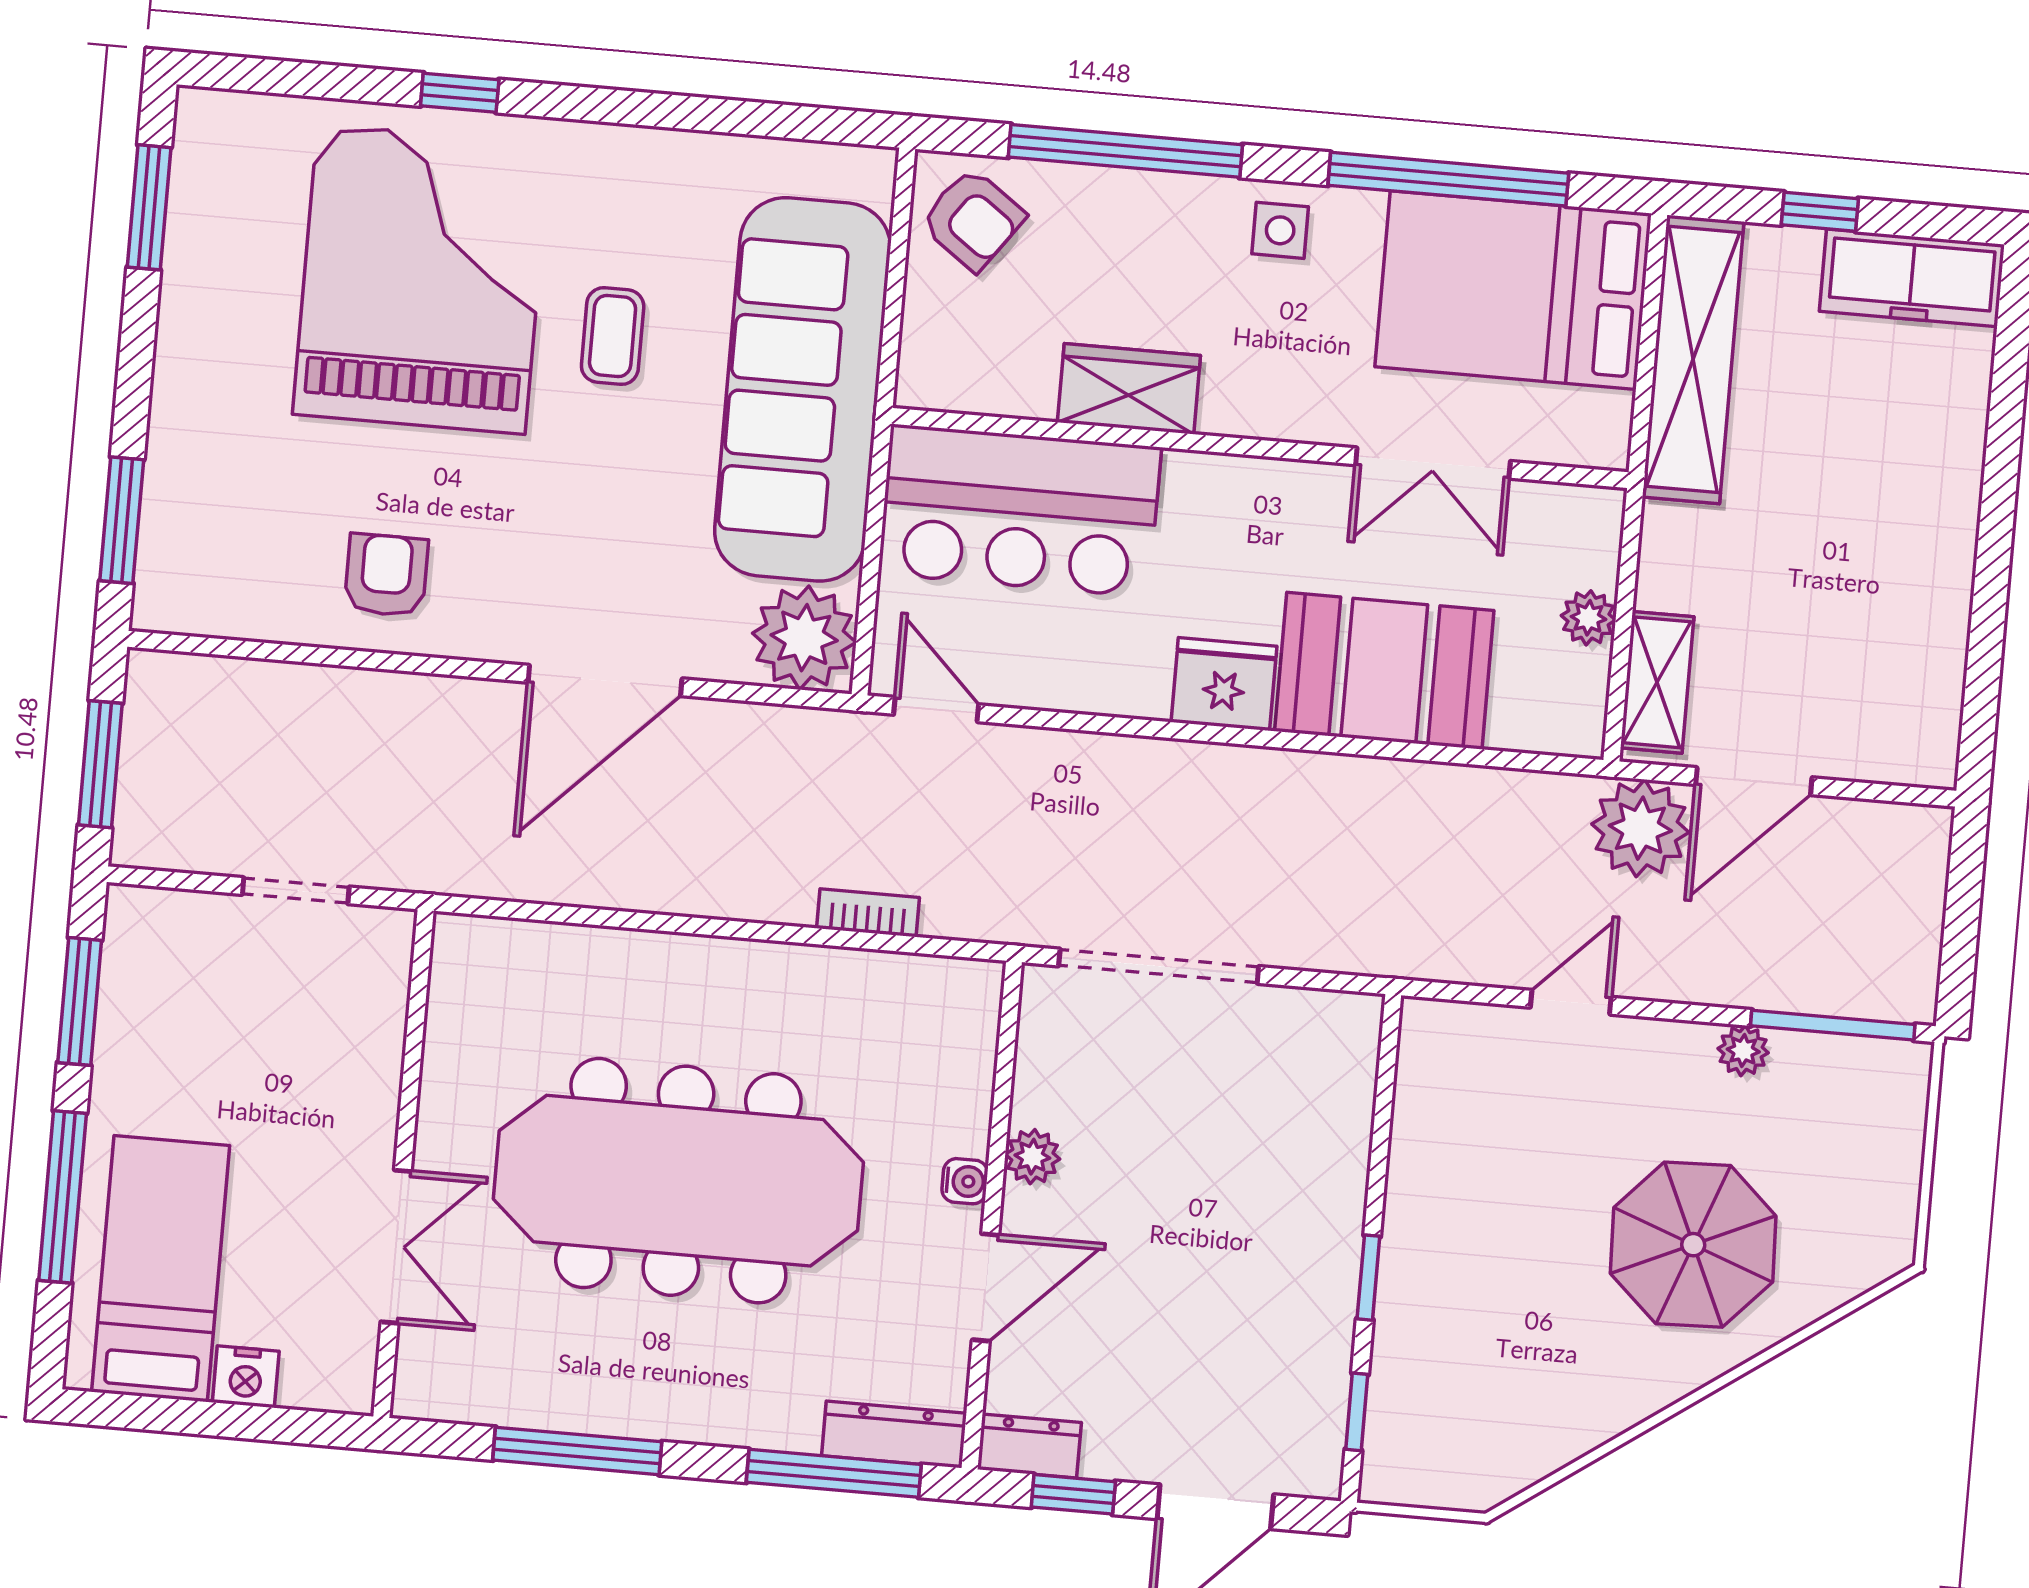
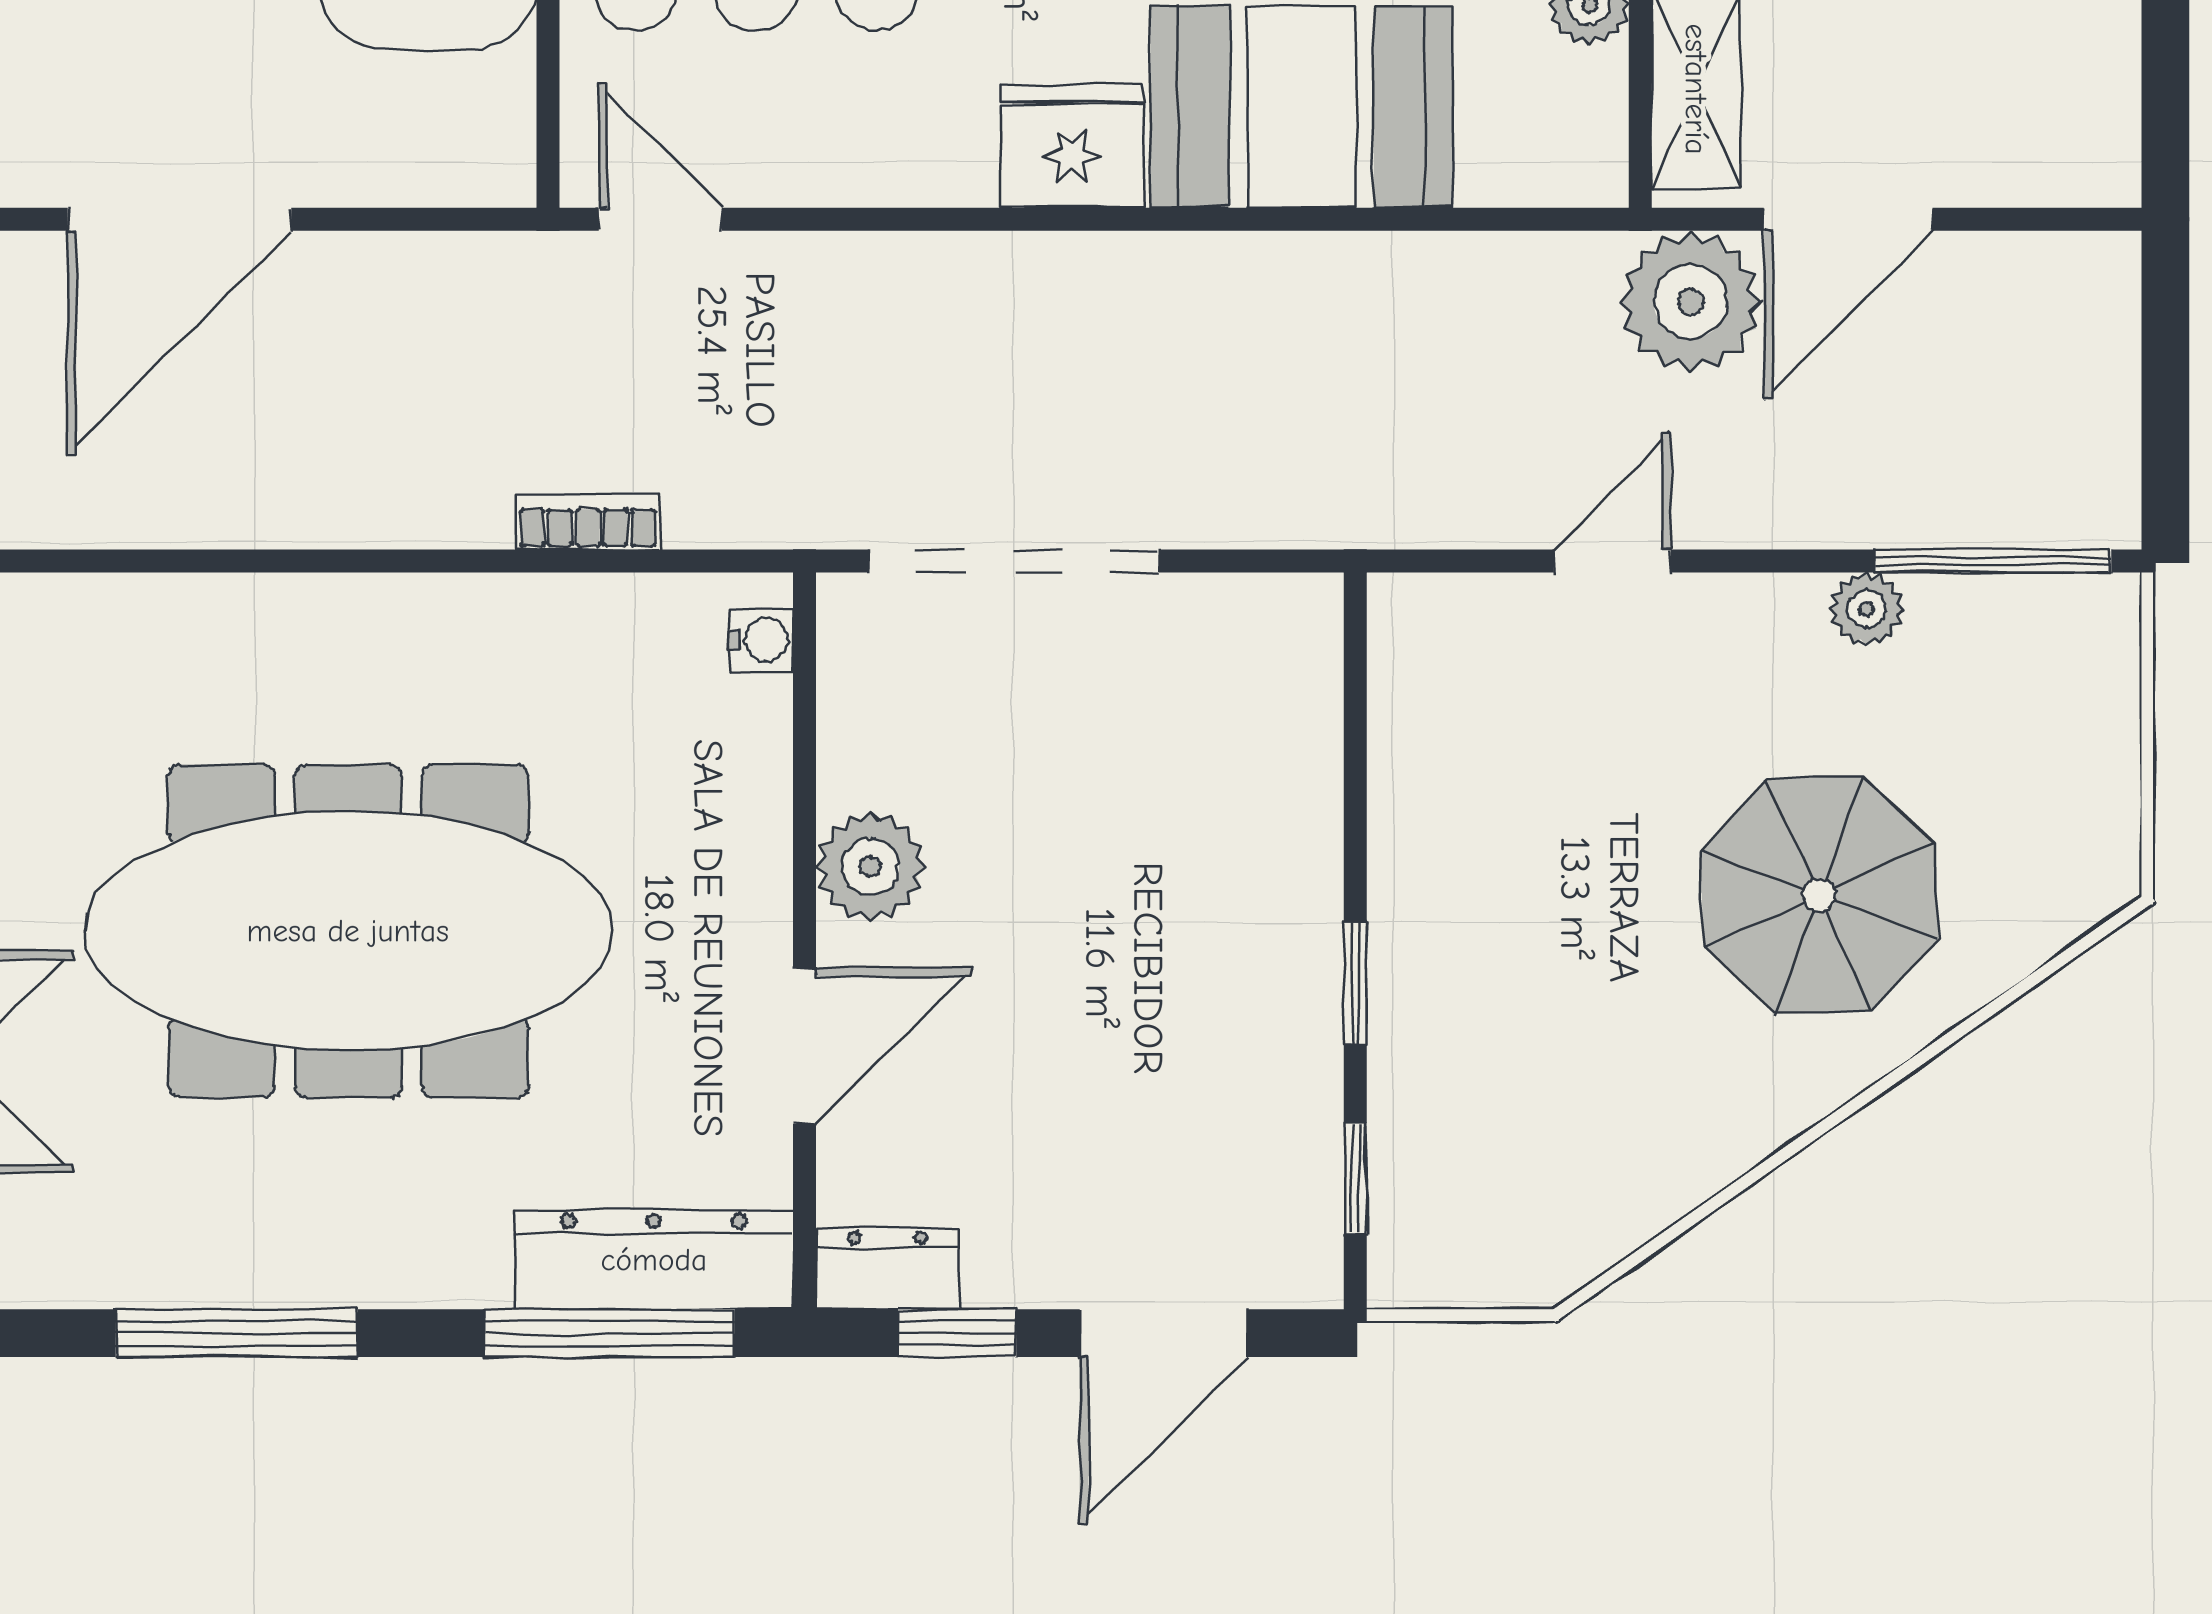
plant: (804, 638) -> (461, 132), removed
plant: (1032, 1157) -> (871, 866), width x1.38, depth x1.38
water cooler: (965, 1181) -> (761, 640), moved
dresser: (894, 1435) -> (654, 1260), width x1.37, depth x1.24

